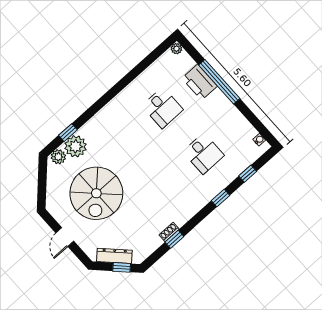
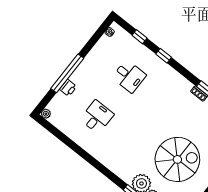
printer: (200, 82) -> (68, 88), width x0.53, depth x0.68
desk: (203, 153) -> (129, 76), turned 90

